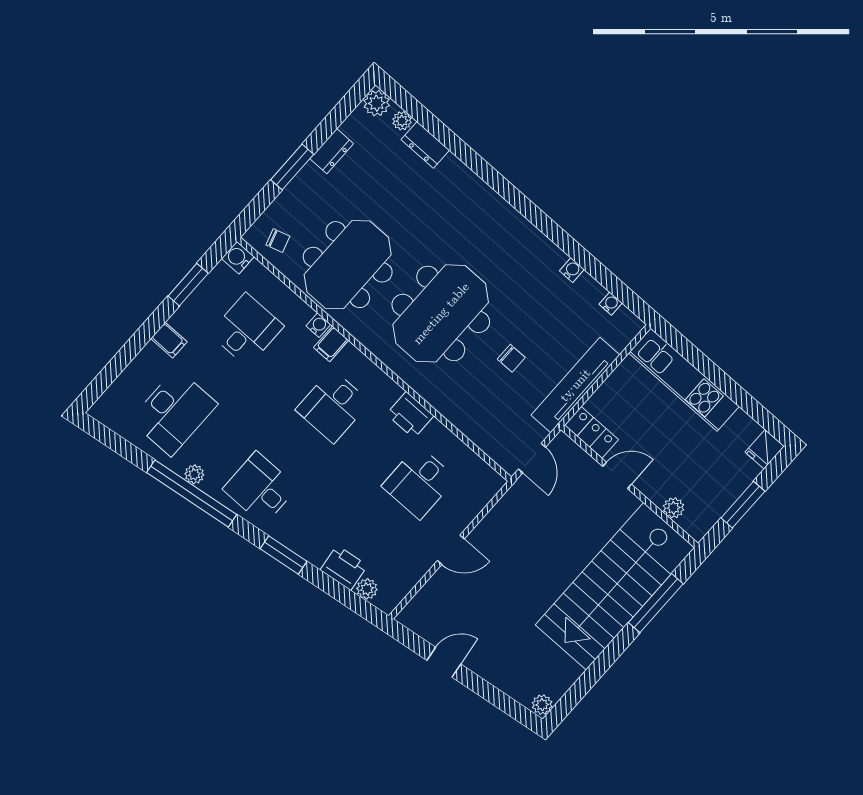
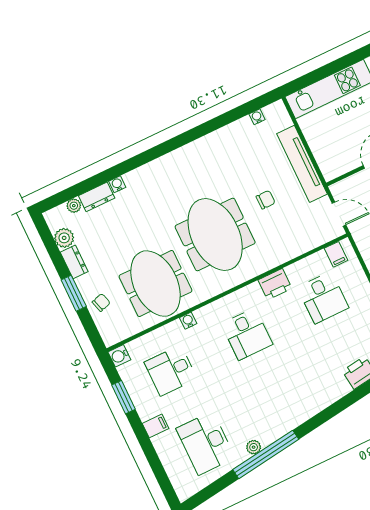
plant: (377, 103) -> (64, 238), moved
chair: (278, 241) -> (101, 302), moved
water cooler: (572, 270) -> (117, 184), moved
desk: (247, 330) -> (171, 371), turned -90
filing cabinet: (331, 344) -> (336, 254), moved
desk: (174, 412) -> (206, 443), turned 180
locker: (591, 432) -> (339, 167), removed
desk: (260, 488) -> (282, 407), removed
window: (283, 555) -> (334, 410), removed

